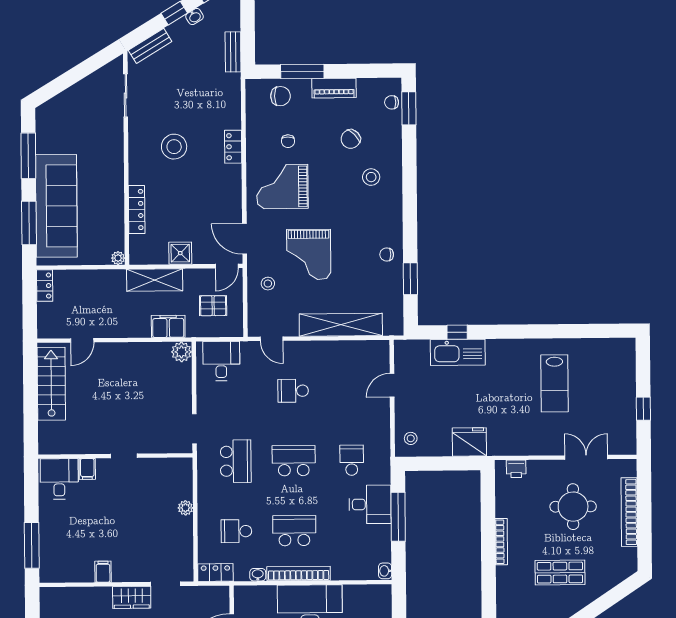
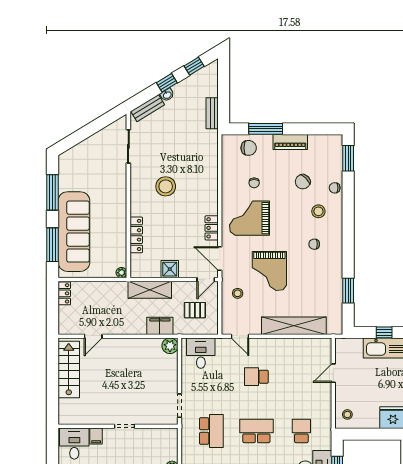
washbasin: (195, 17) -> (167, 95), moved
chair: (392, 102) -> (335, 188), moved
locker: (233, 147) -> (212, 228), moved
chair: (387, 254) -> (314, 244), moved

